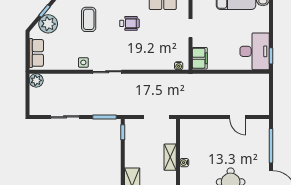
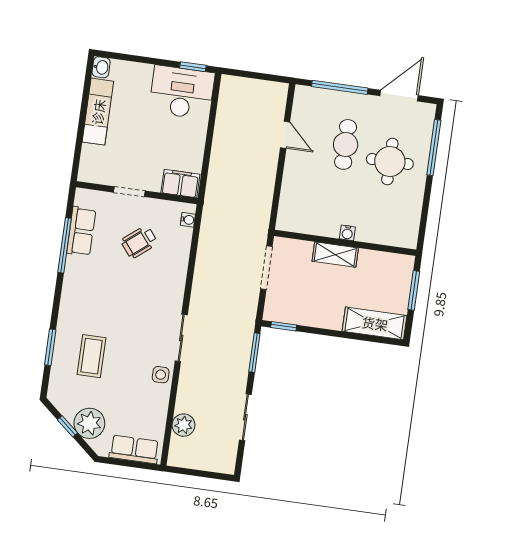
coffee table: (89, 19) -> (92, 356), turned 90
wheelchair: (129, 23) -> (139, 242), moved, turned -129
plant: (36, 80) -> (184, 425), moved
door: (238, 117) -> (285, 135), hinge flipped
cafe table: (237, 154) -> (346, 144), added

